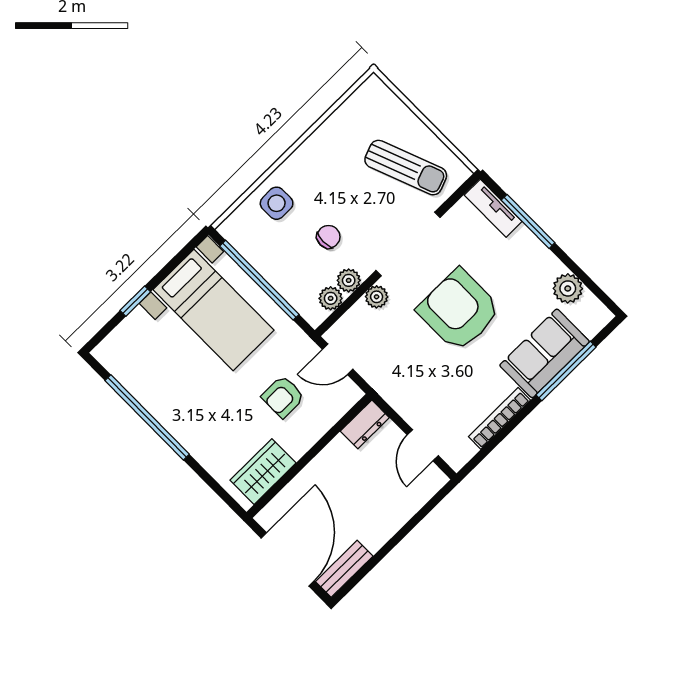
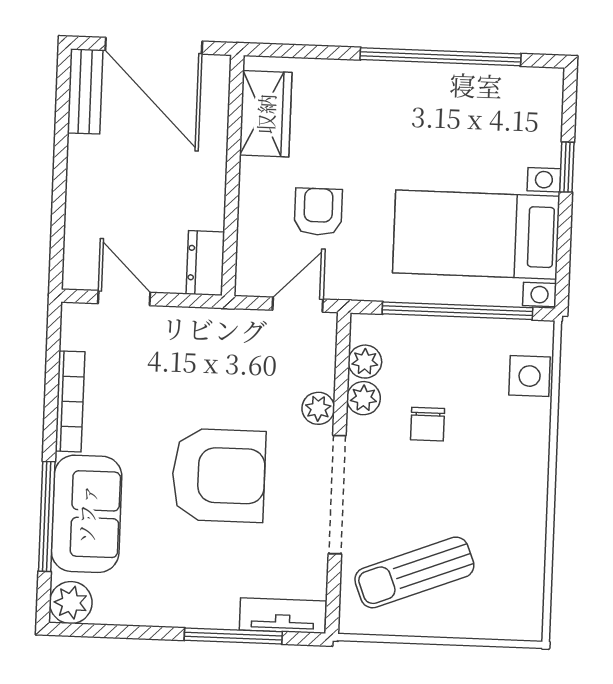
side table: (277, 203) -> (530, 376), moved
plant: (568, 288) -> (71, 603), moved

